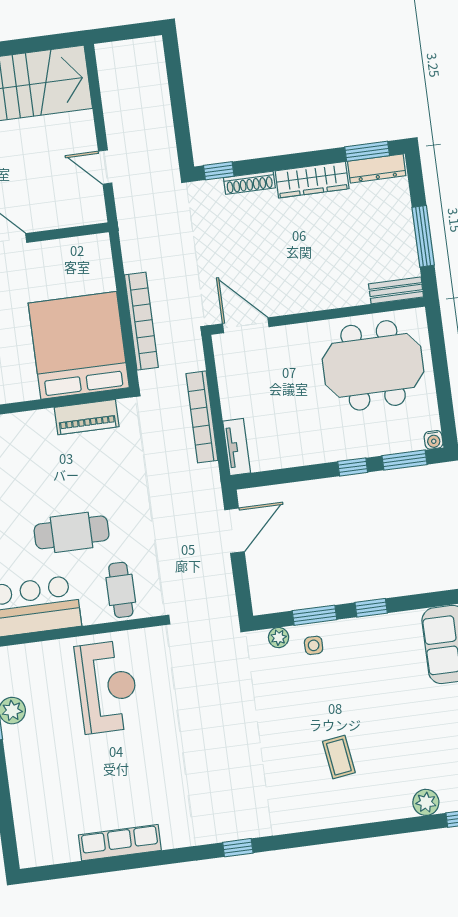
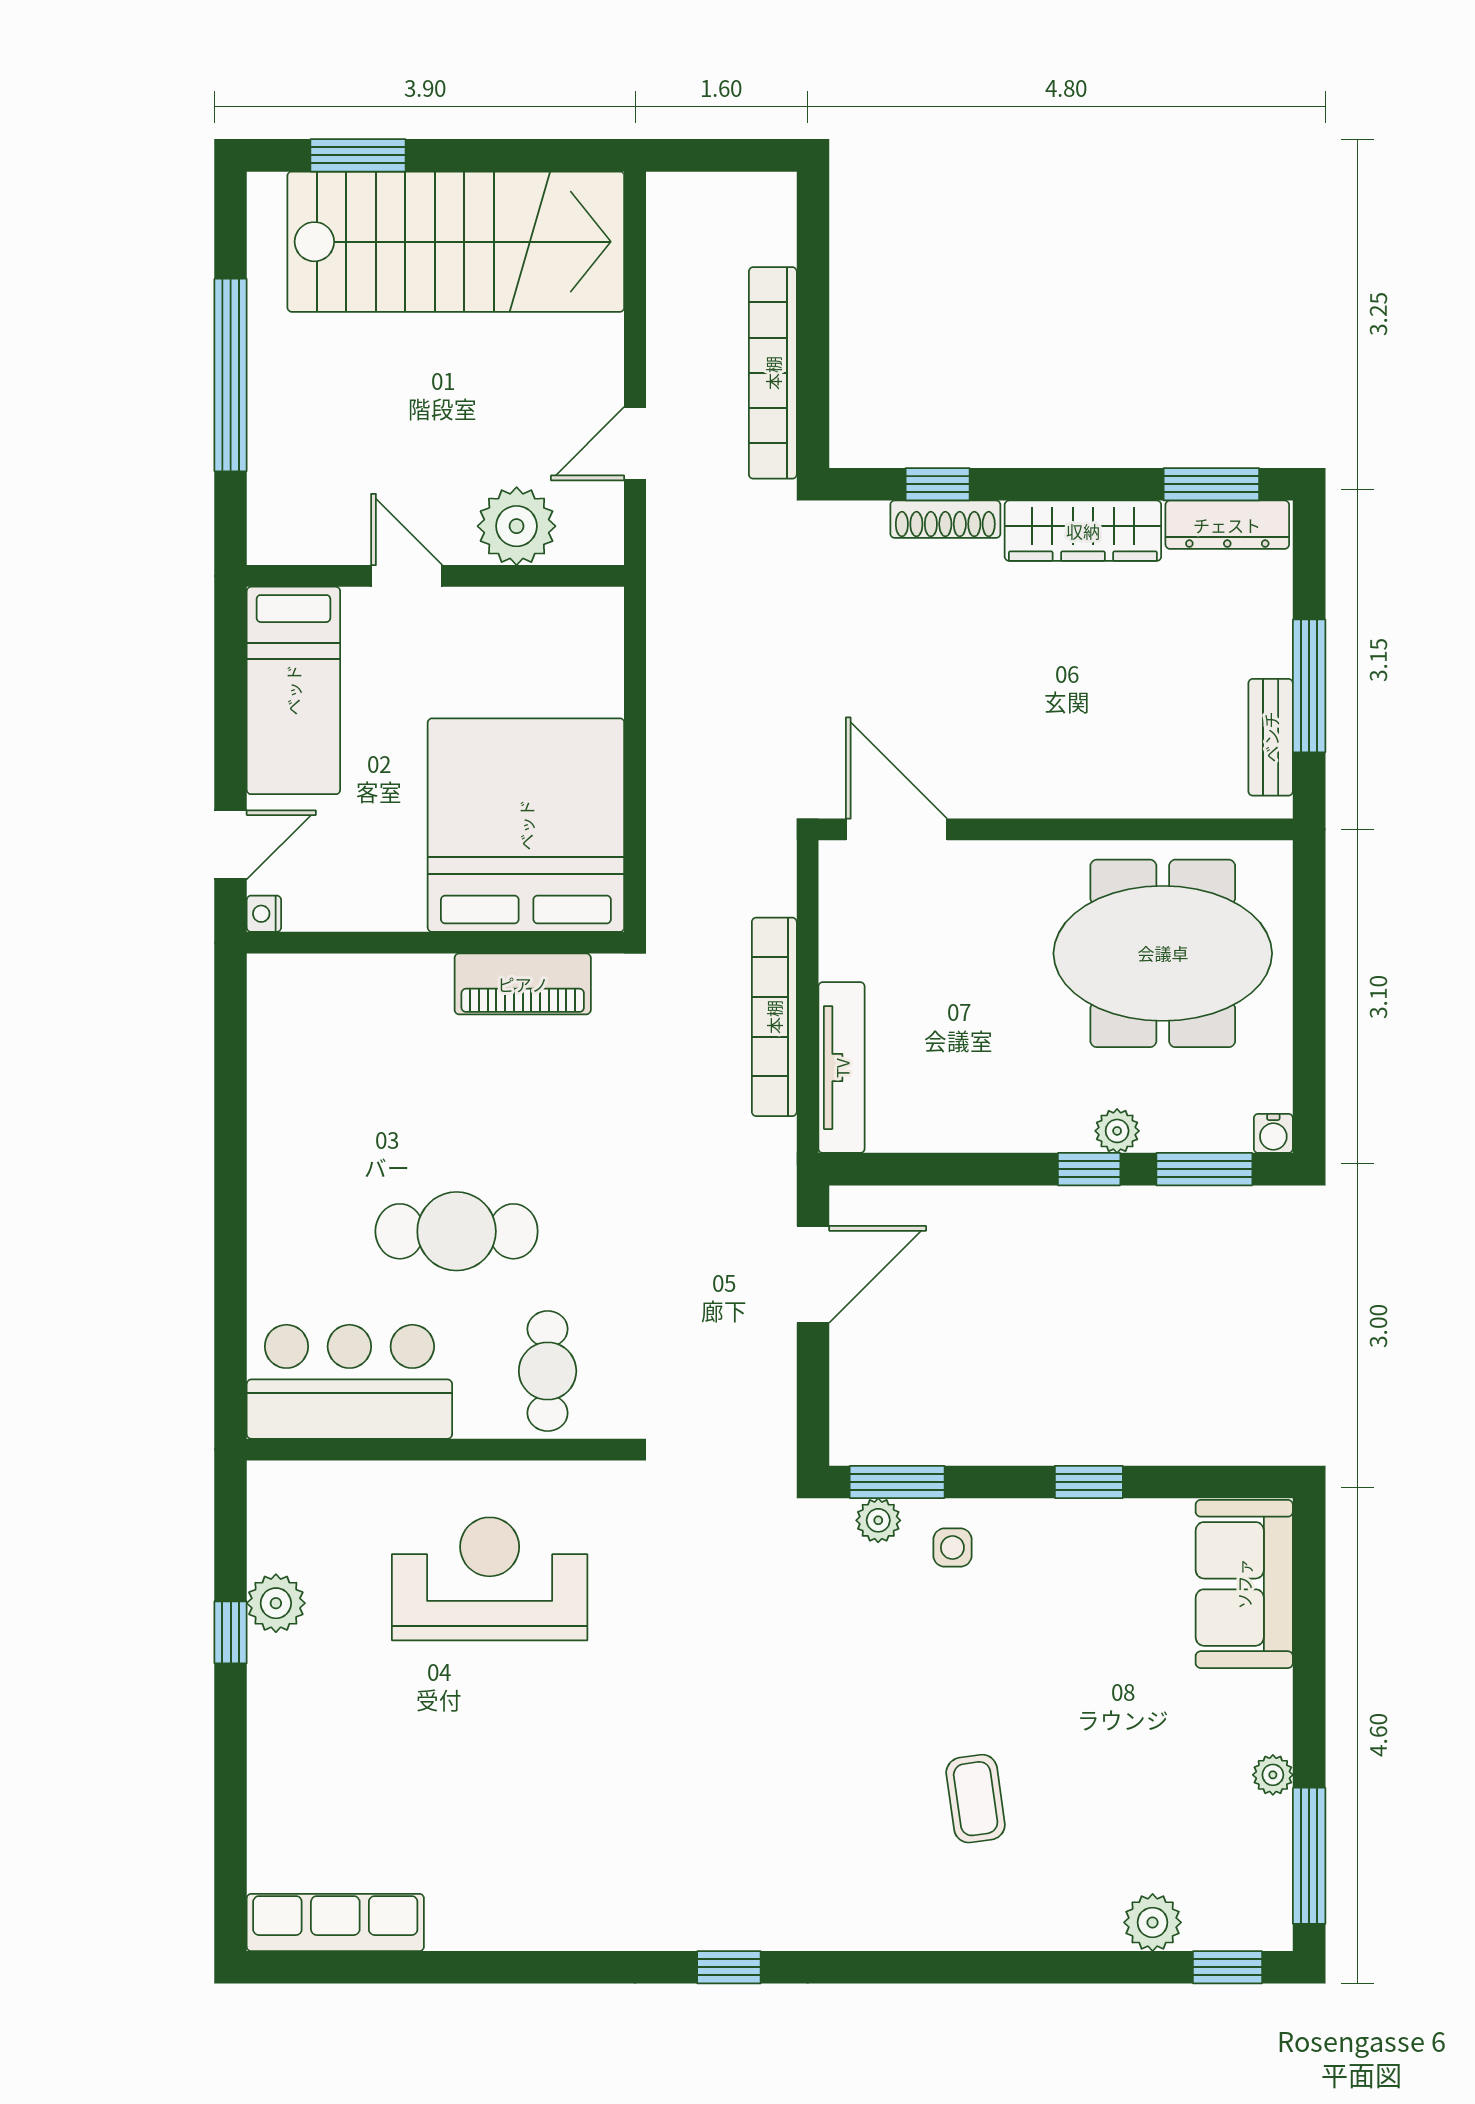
door: (105, 167) -> (635, 444), hinge flipped
window: (219, 171) -> (938, 484), moved
plant: (57, 211) -> (517, 526), added
bench: (396, 290) -> (1271, 737), moved, turned 90
bookcase: (141, 321) -> (773, 373), moved, turned 180
tv unit: (237, 447) -> (842, 1068), width x1.41
plant: (363, 448) -> (1117, 1131), added
window: (314, 615) -> (897, 1482), moved
reception desk: (107, 687) -> (490, 1579), turned -90
row of seats: (120, 843) -> (335, 1922), moved

